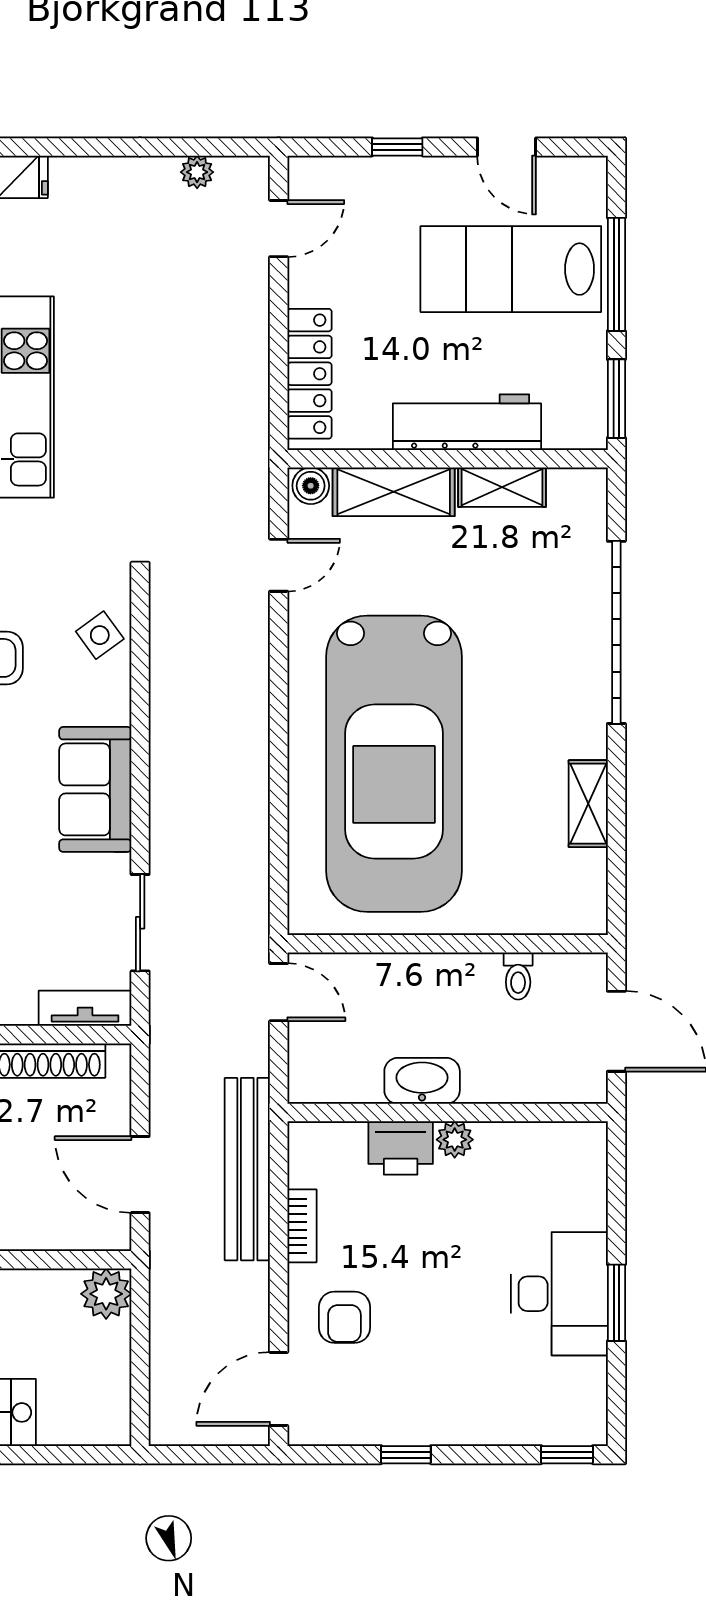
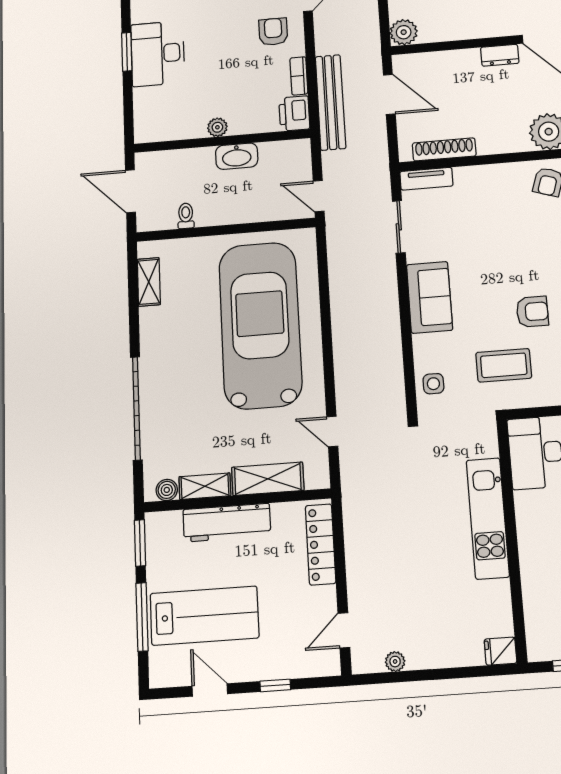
boiler: (311, 486) -> (167, 490), moved
door: (279, 565) -> (332, 431), hinge flipped
side table: (100, 635) -> (433, 384), turned 36
shelving: (588, 804) -> (149, 282), moved
printer: (401, 1148) -> (294, 113), moved, turned -90

